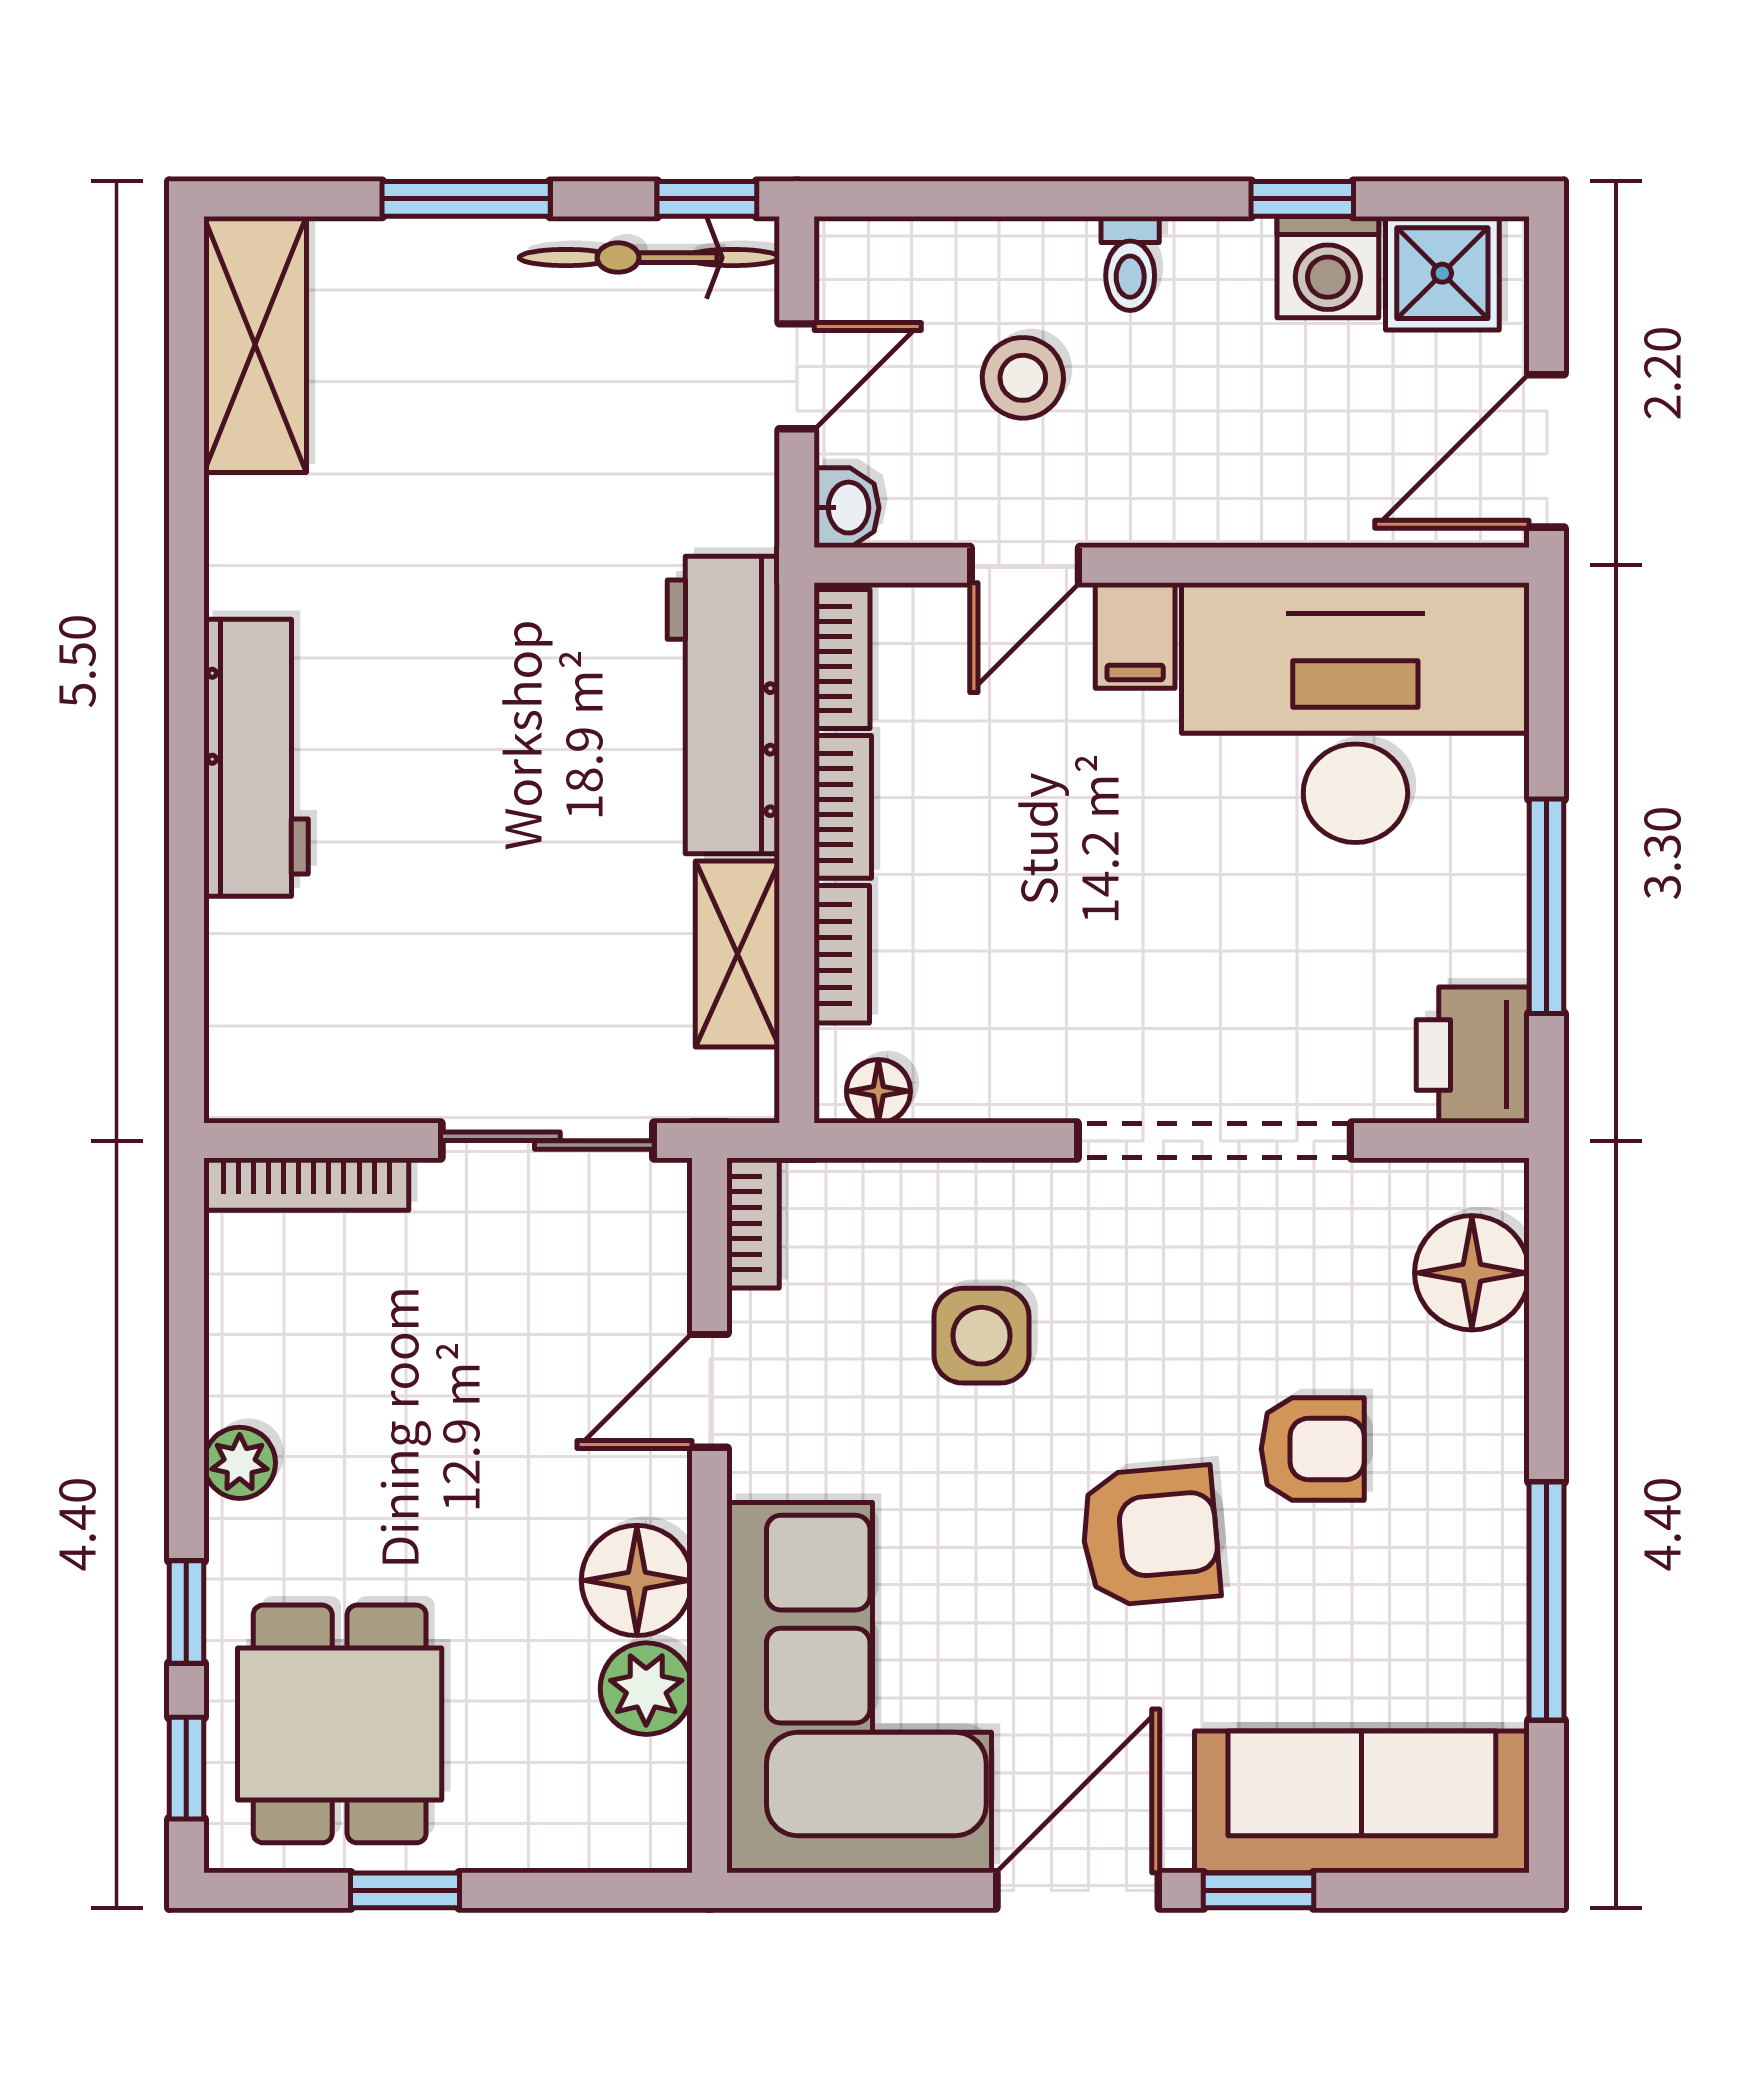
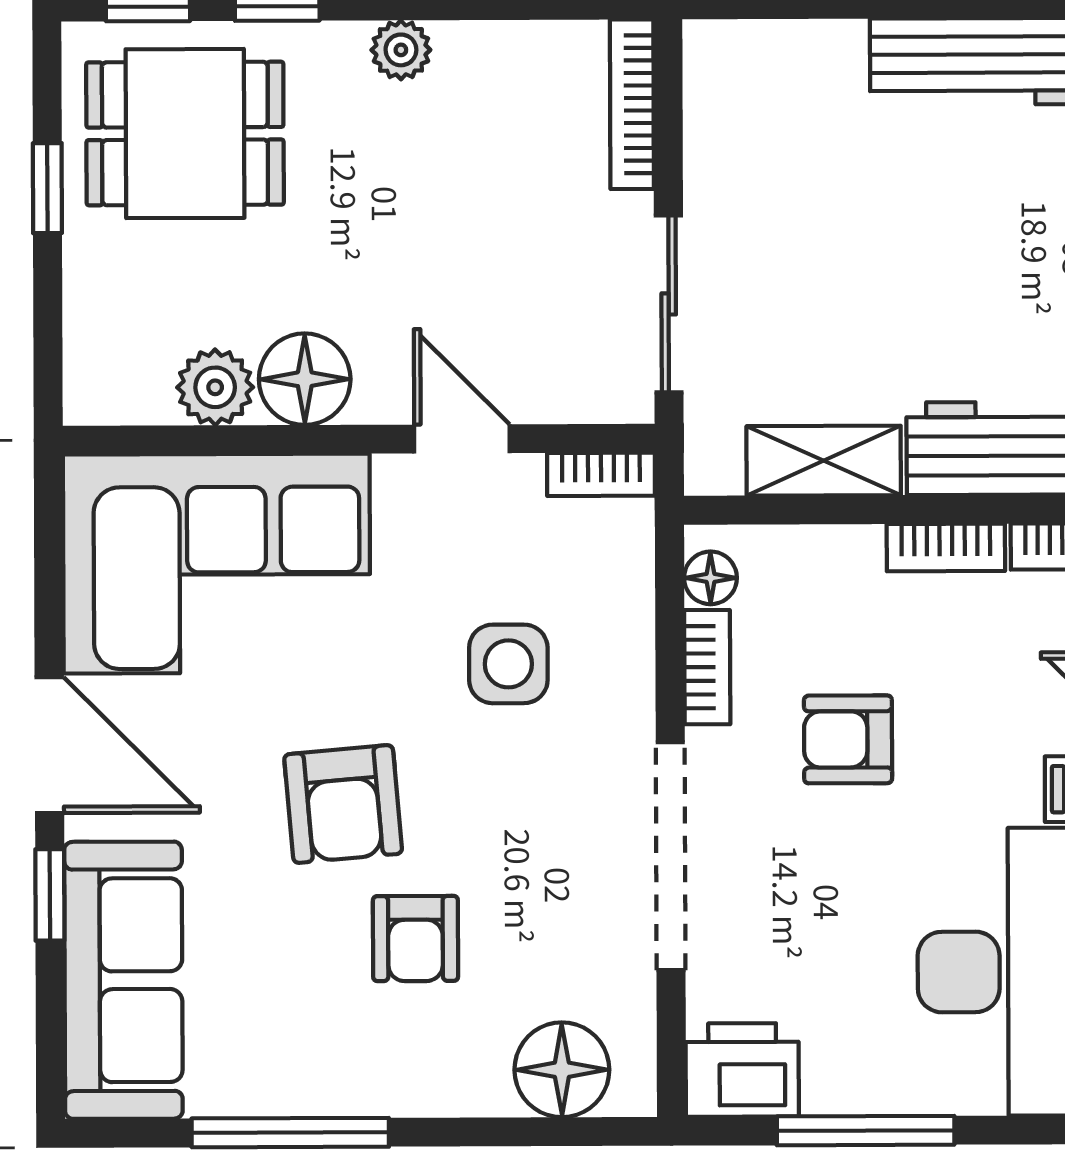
armchair: (1074, 926) -> (848, 739), added
bookcase: (842, 954) -> (707, 667), moved, turned -90

